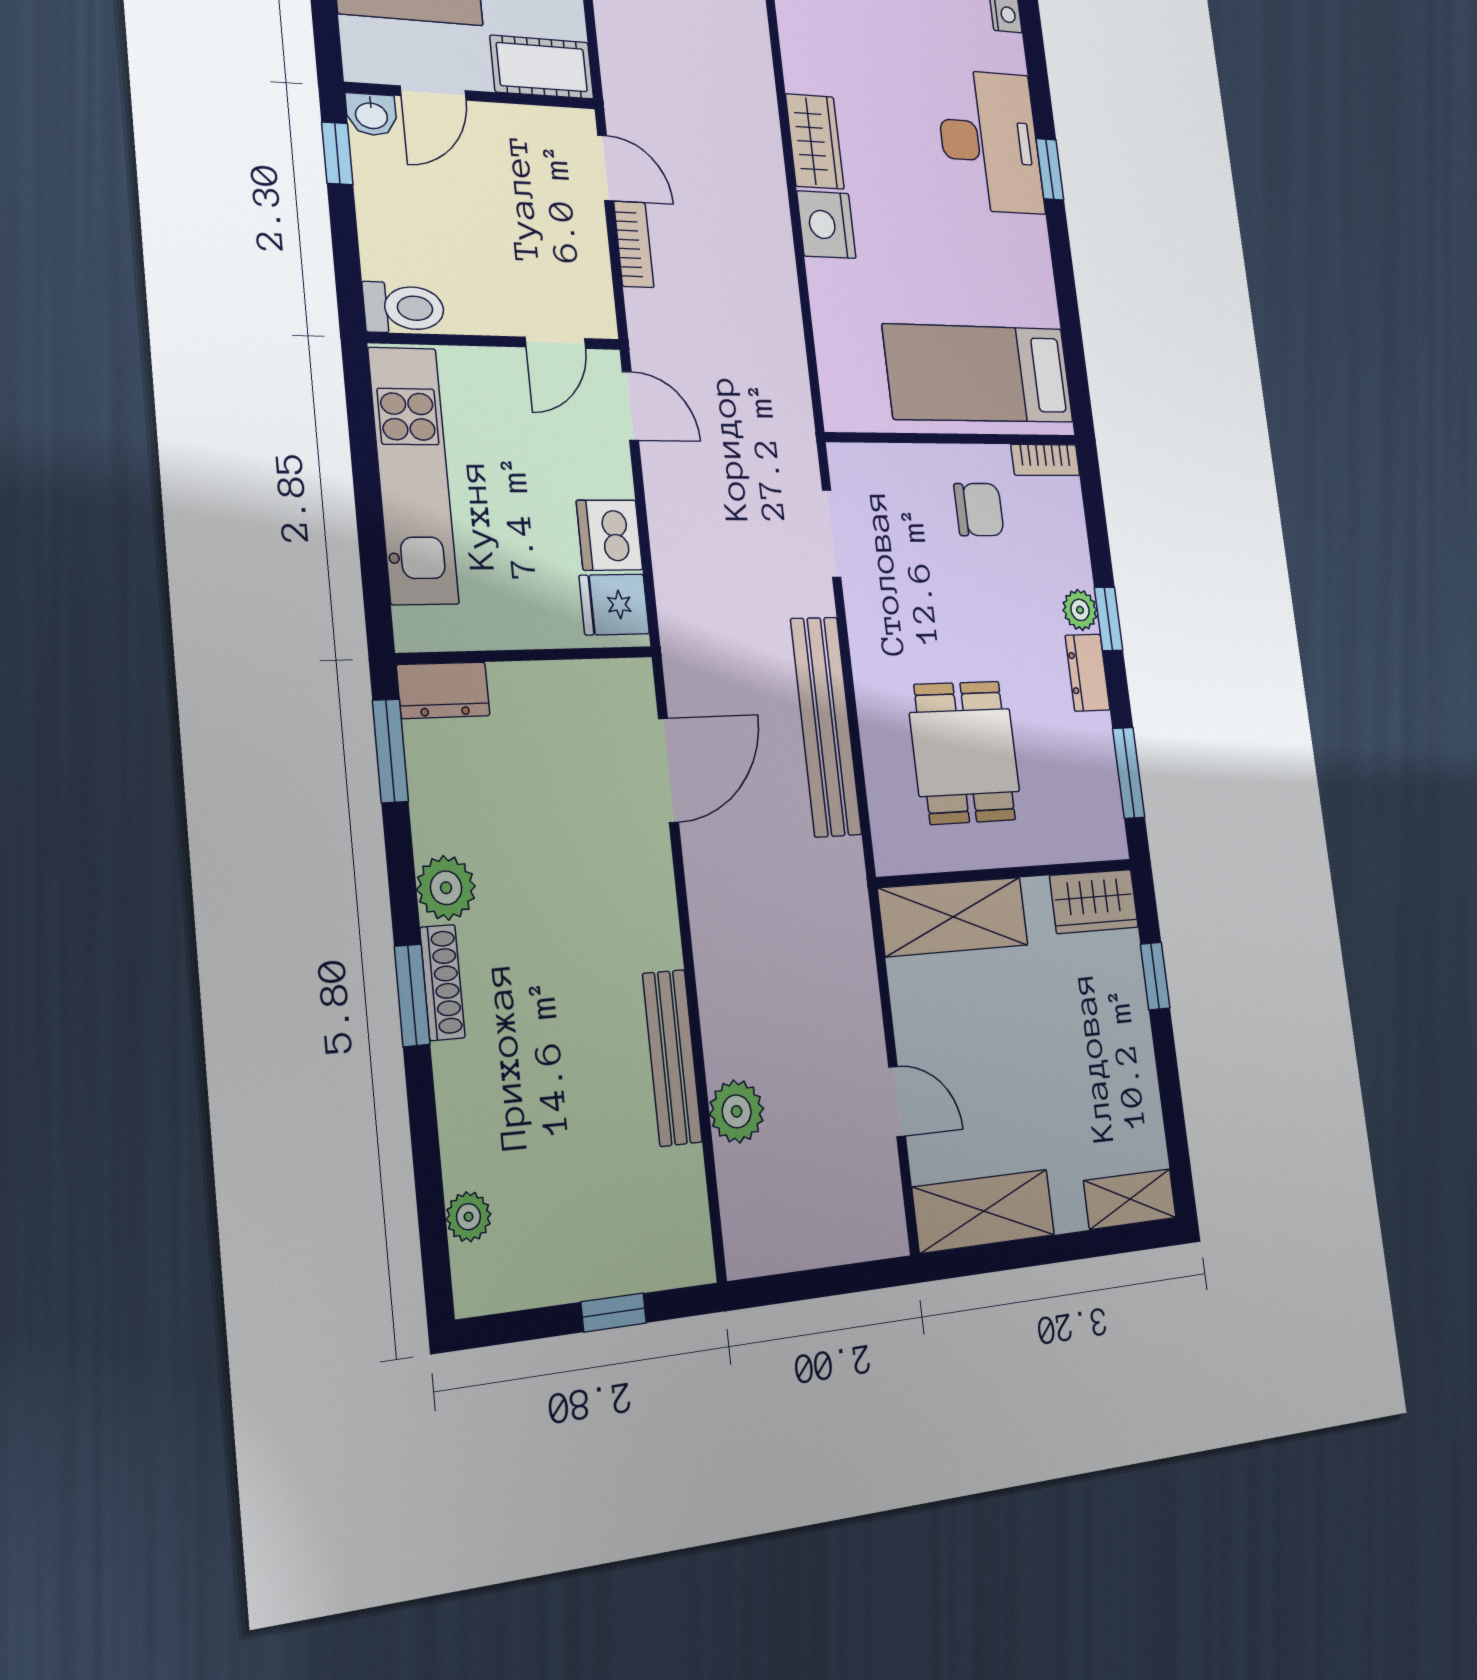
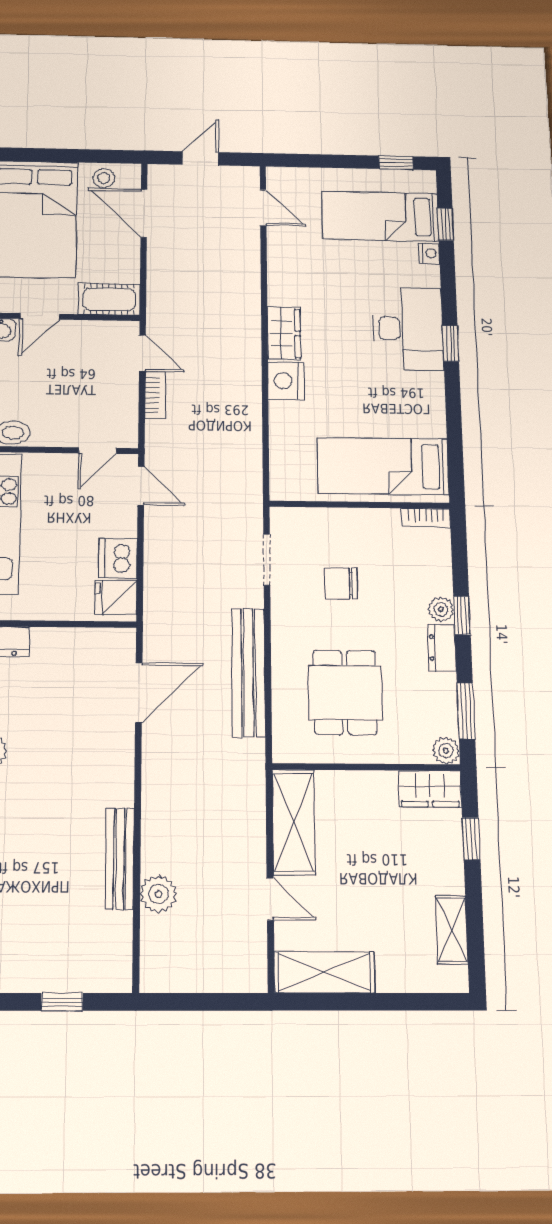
chair: (979, 510) -> (341, 583), moved, turned 180
plant: (1109, 838) -> (446, 751), added
shelving: (953, 917) -> (294, 822), moved, turned 90
shelving: (1130, 1199) -> (452, 930), moved, turned 90

